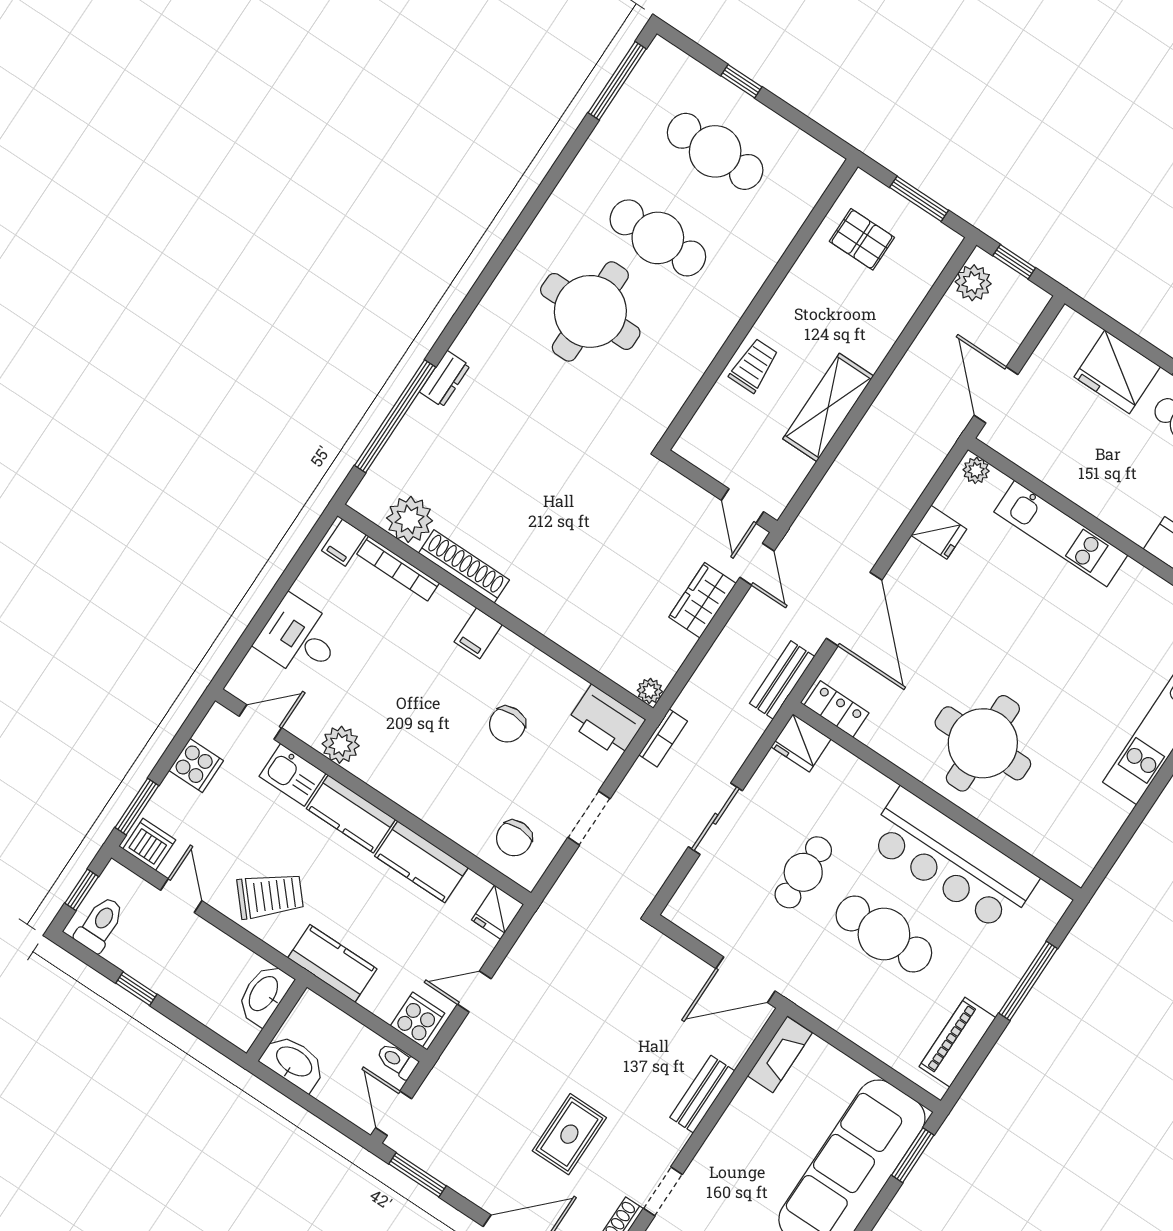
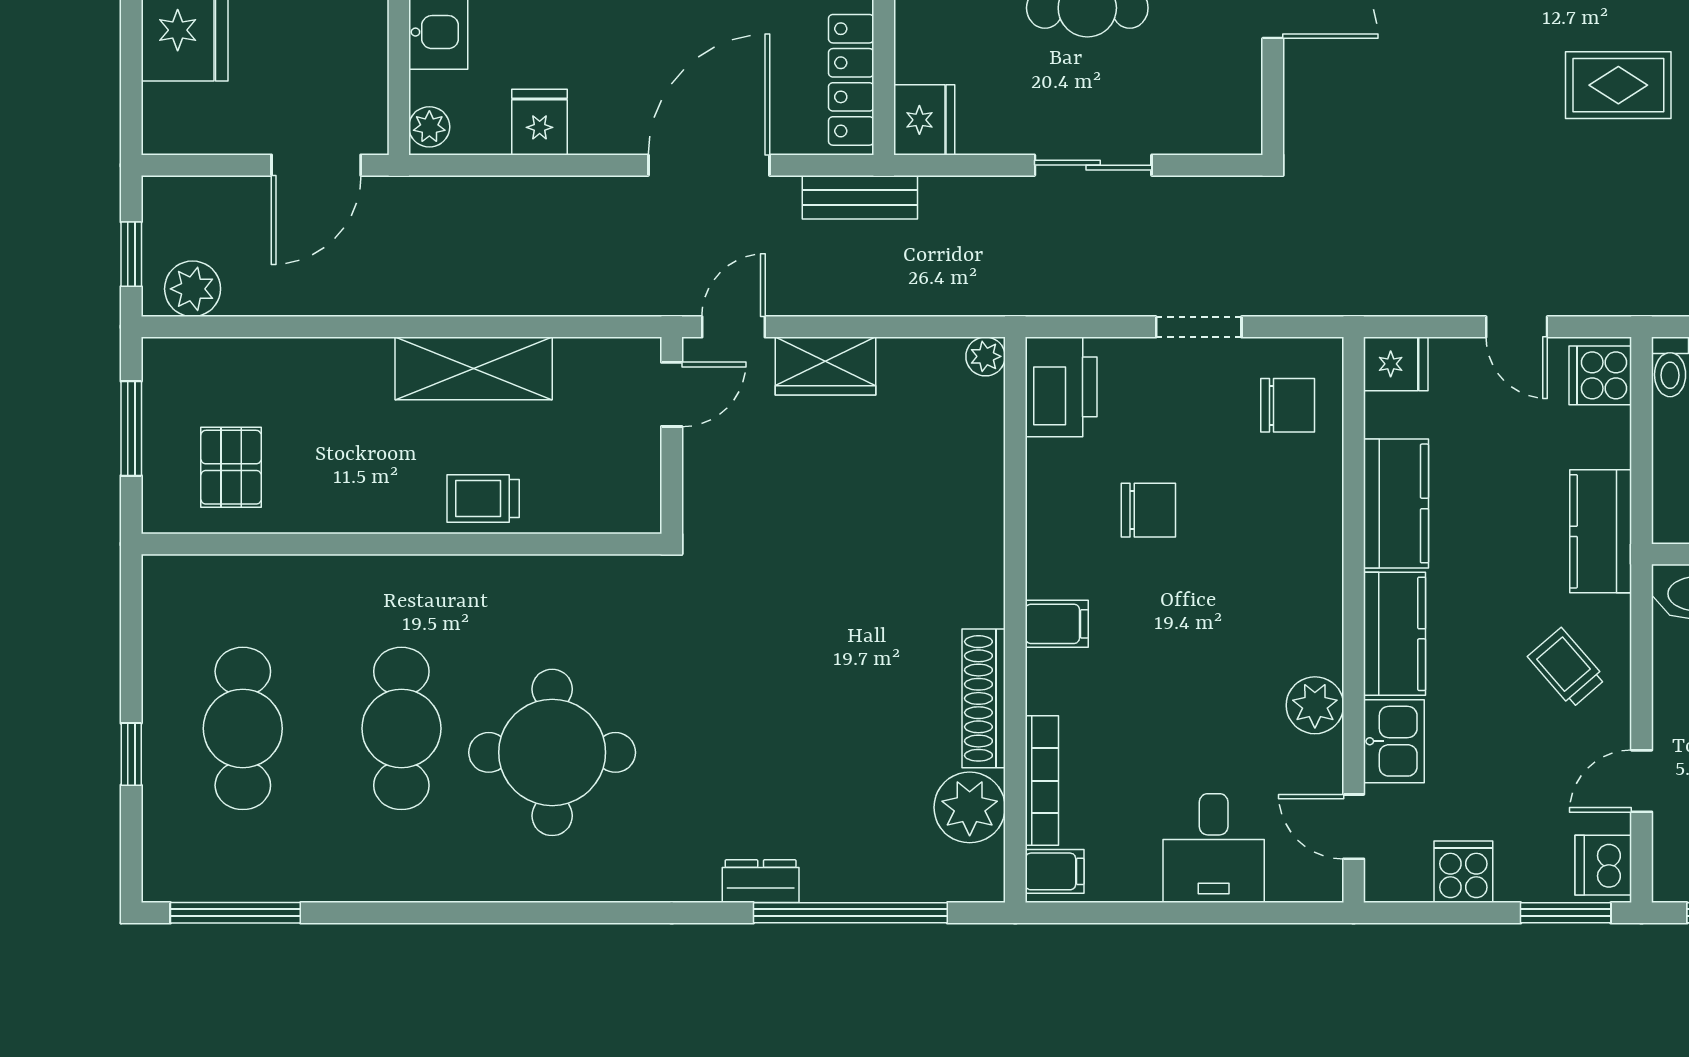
locker: (836, 709) -> (851, 80), width x1.53
bookcase: (663, 738) -> (1034, 300), removed
trolley: (270, 896) -> (1567, 668), width x0.73, depth x0.72

